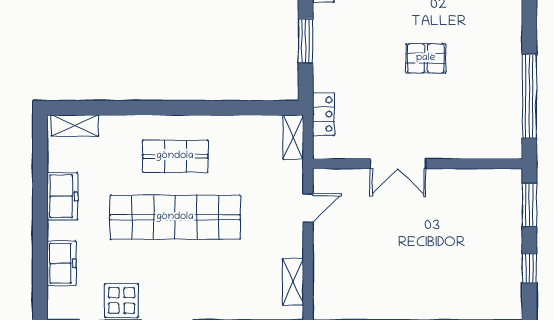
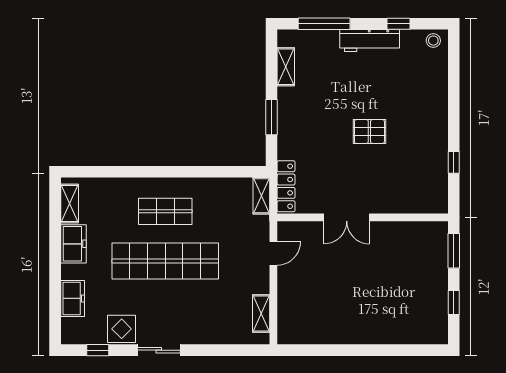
window: (529, 96) -> (454, 162), width x0.32
locker: (324, 114) -> (286, 186), width x1.53
shelving: (75, 126) -> (70, 204), moved, turned 90

